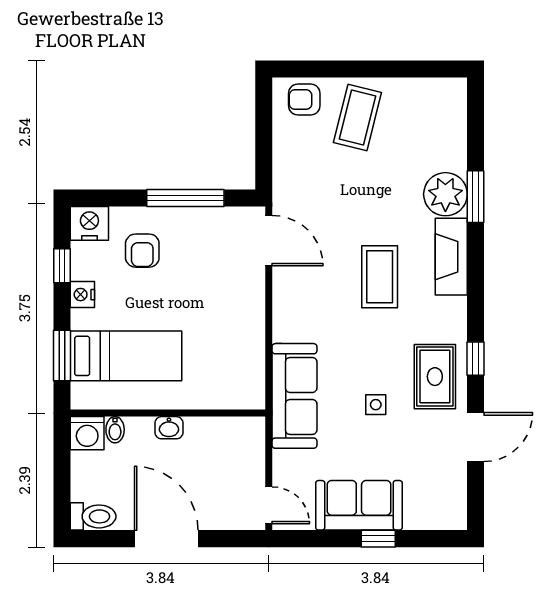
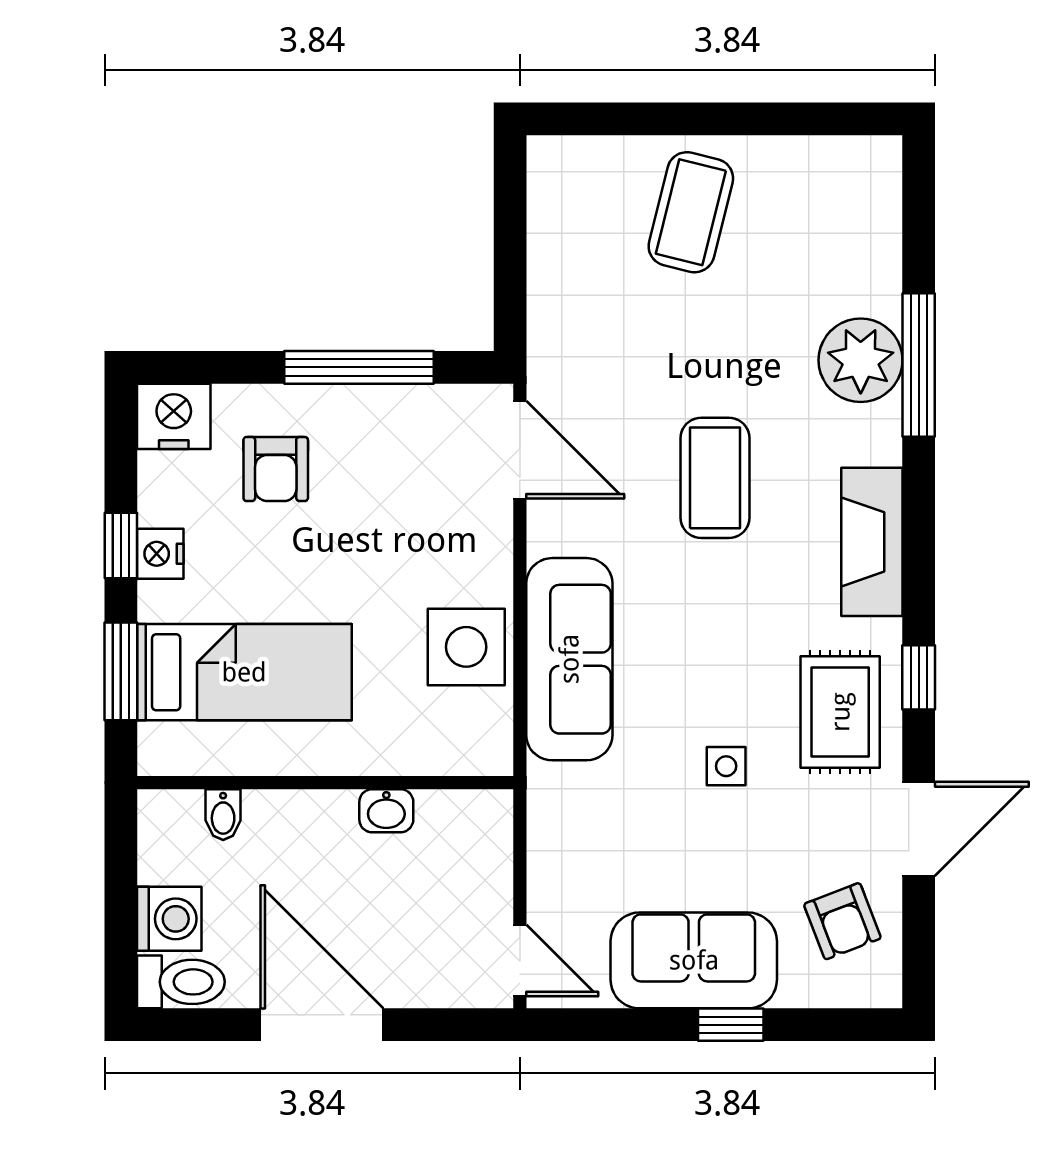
armchair: (304, 100) -> (842, 921), moved, turned -111
window: (476, 197) -> (919, 365), width x1.44
fireplace: (451, 257) -> (872, 542), moved
window: (62, 266) -> (121, 545), moved
coffee table: (380, 277) -> (715, 478), moved
side table: (241, 343) -> (466, 647), added
sofa: (294, 396) -> (569, 659), moved
washbasin: (169, 428) -> (386, 811), moved
washing machine: (87, 433) -> (169, 919), moved, turned -90

